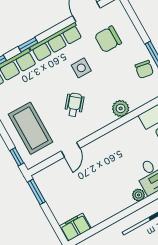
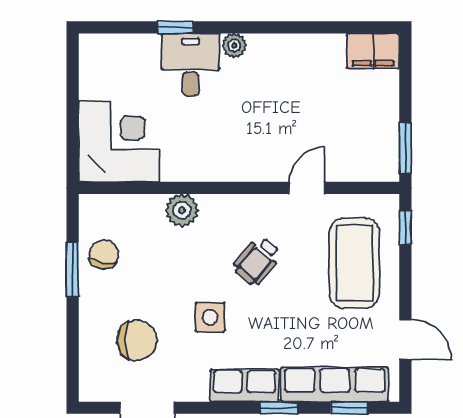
row of seats: (56, 42) -> (245, 385), width x0.68

